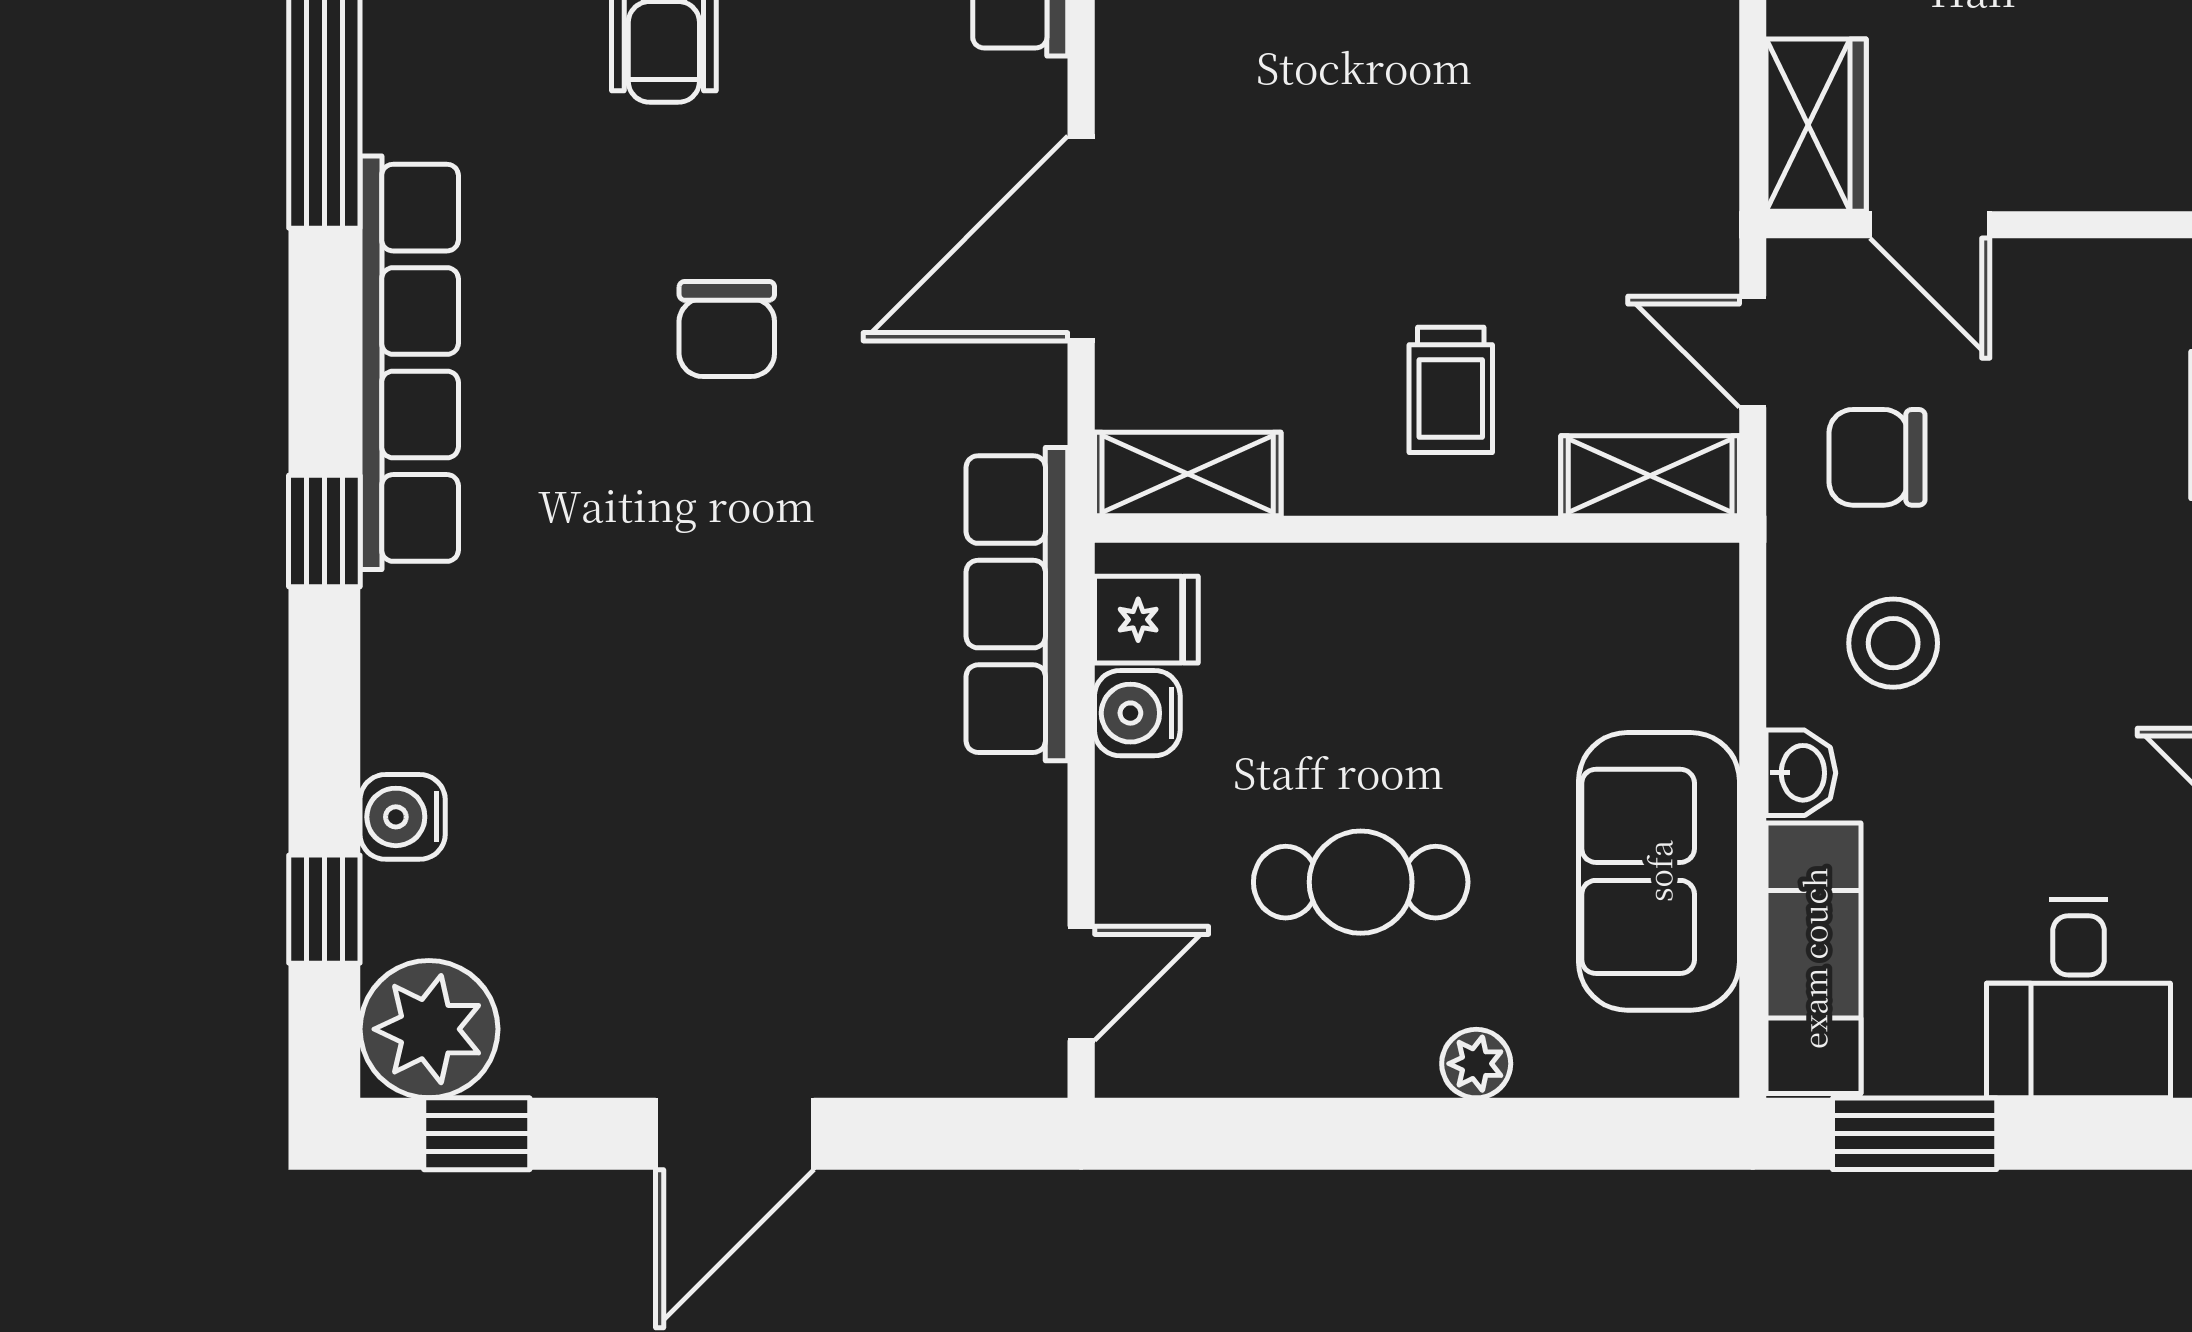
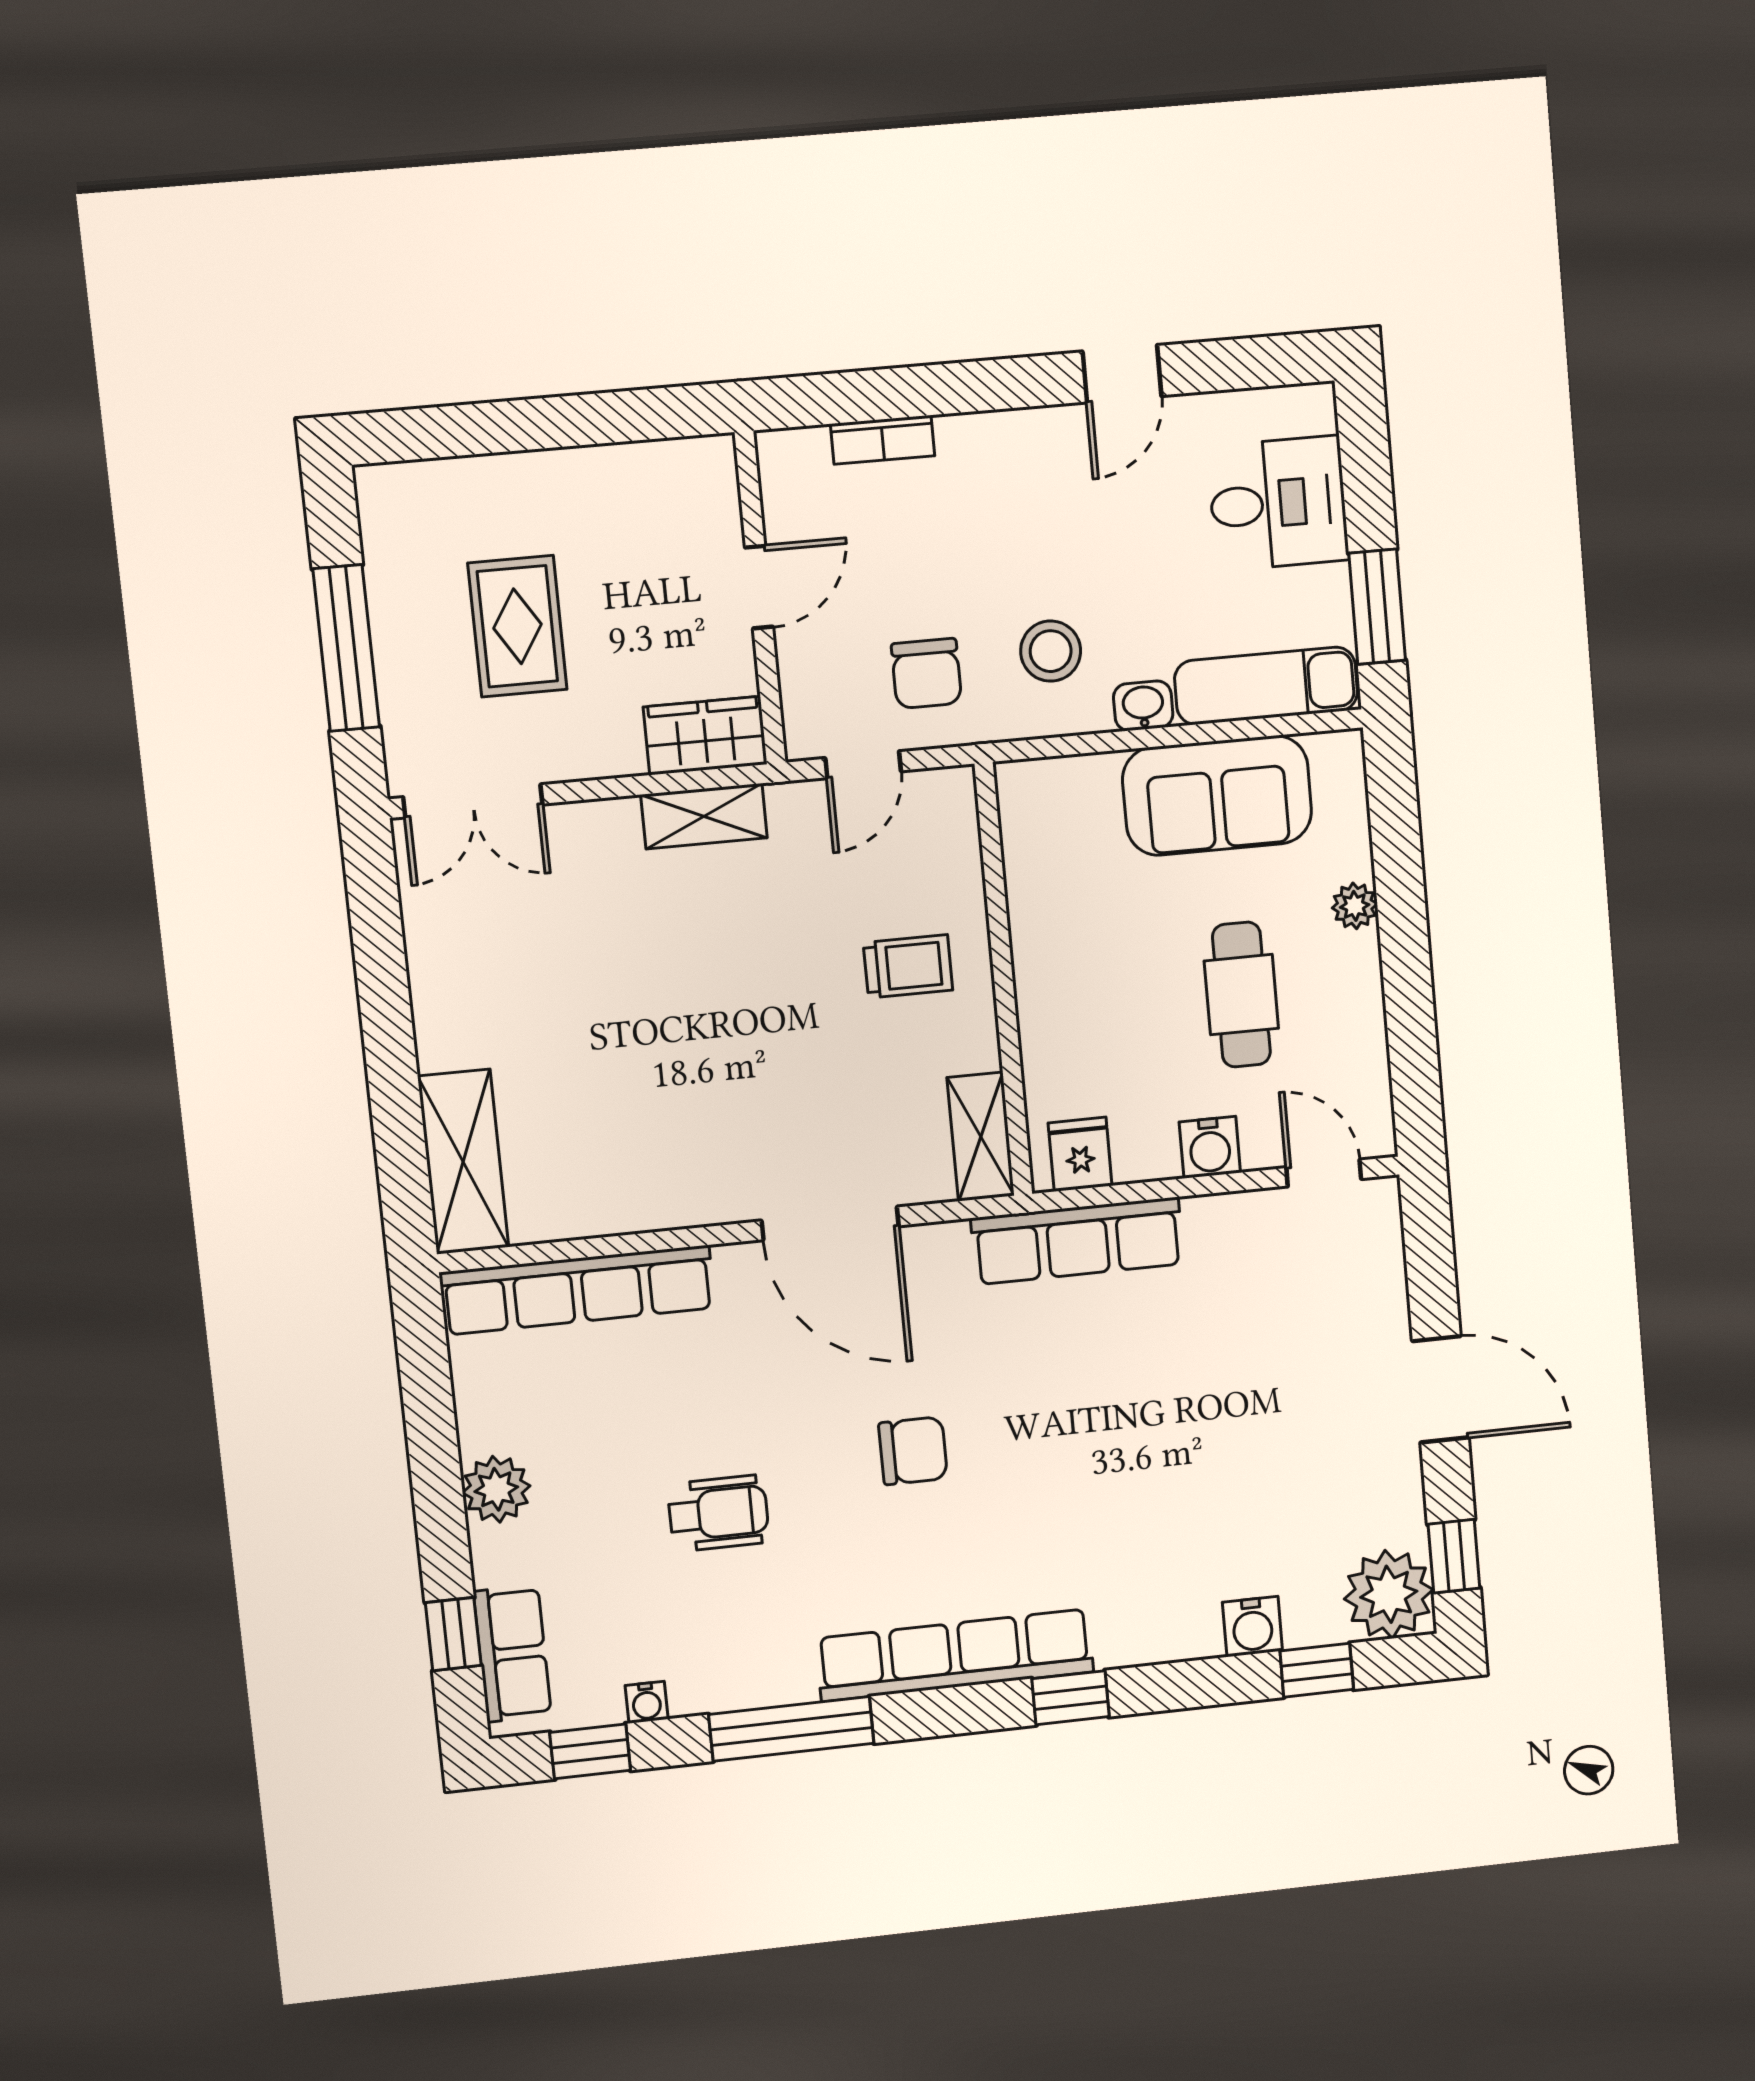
door: (1930, 225) -> (759, 587), moved
shelving: (1650, 476) -> (704, 816), moved, turned 90
water cooler: (1137, 713) -> (1210, 1147), moved

